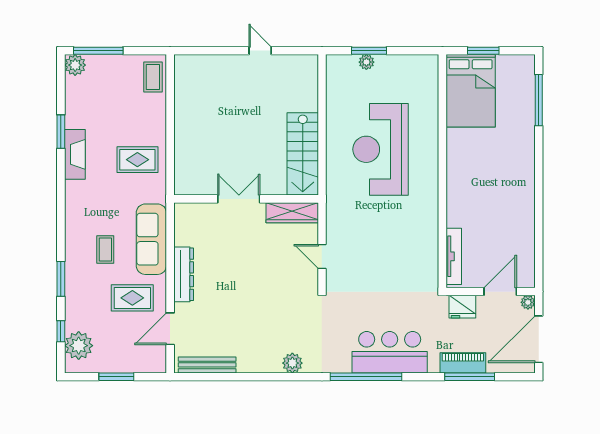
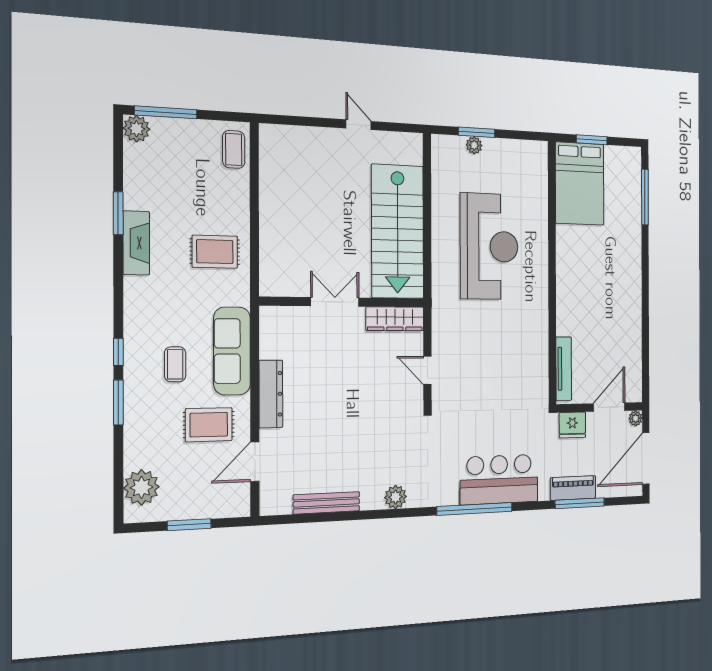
reception desk: (381, 149) -> (489, 246), turned 180
stairs: (303, 154) -> (398, 232), width x1.36, depth x1.51
window: (61, 331) -> (118, 352), moved
bench: (207, 365) -> (326, 503), moved

